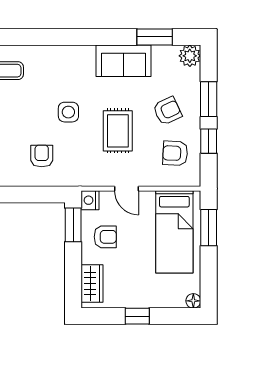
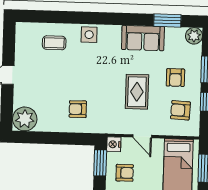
armchair: (167, 111) -> (175, 78), turned 115
side table: (68, 112) -> (89, 35), moved
armchair: (42, 156) -> (78, 109), turned -90

